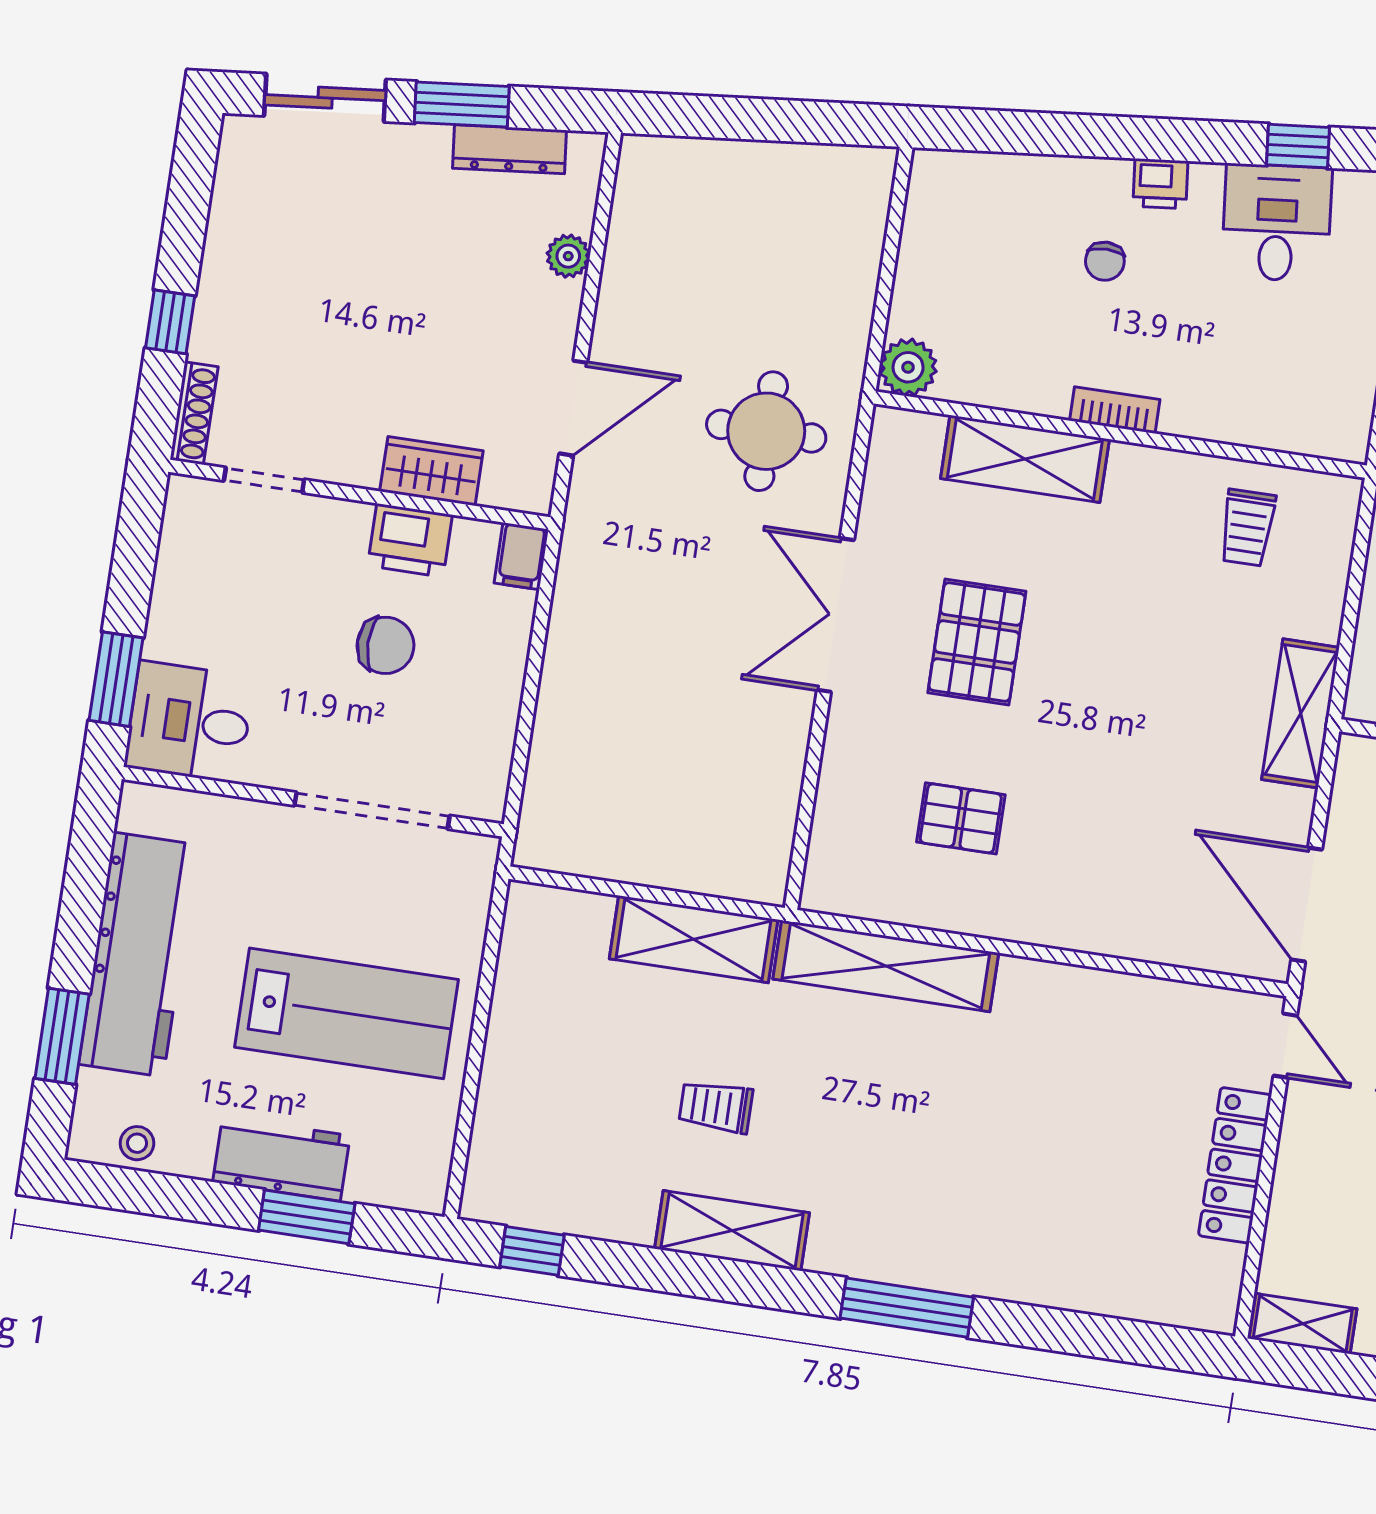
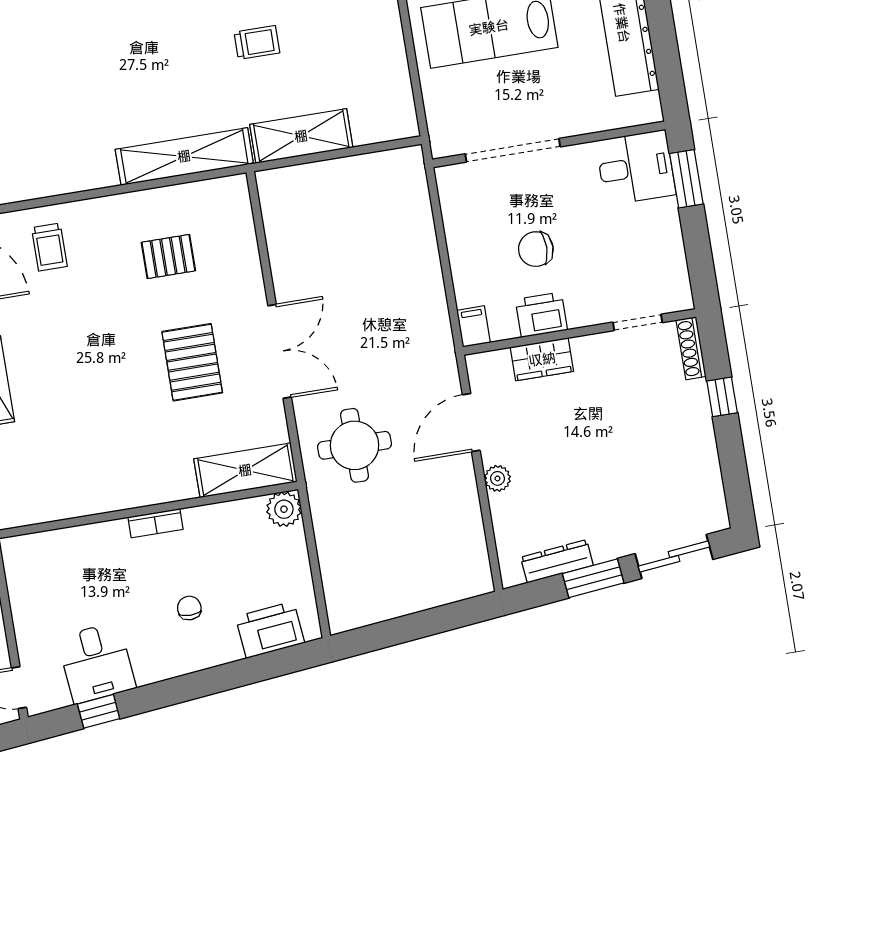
printer: (1160, 184) -> (270, 630), moved, width x1.87, depth x1.48
plant: (568, 256) -> (497, 478), moved
shelving: (1025, 459) -> (245, 470), moved
trolley: (1247, 528) -> (49, 247), moved, turned 180

